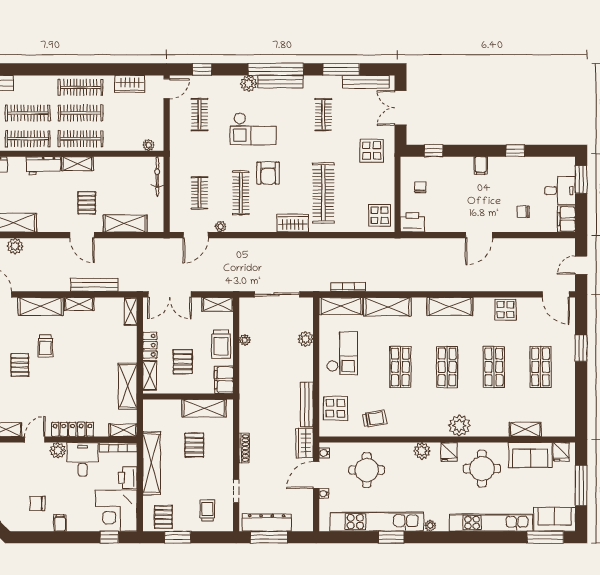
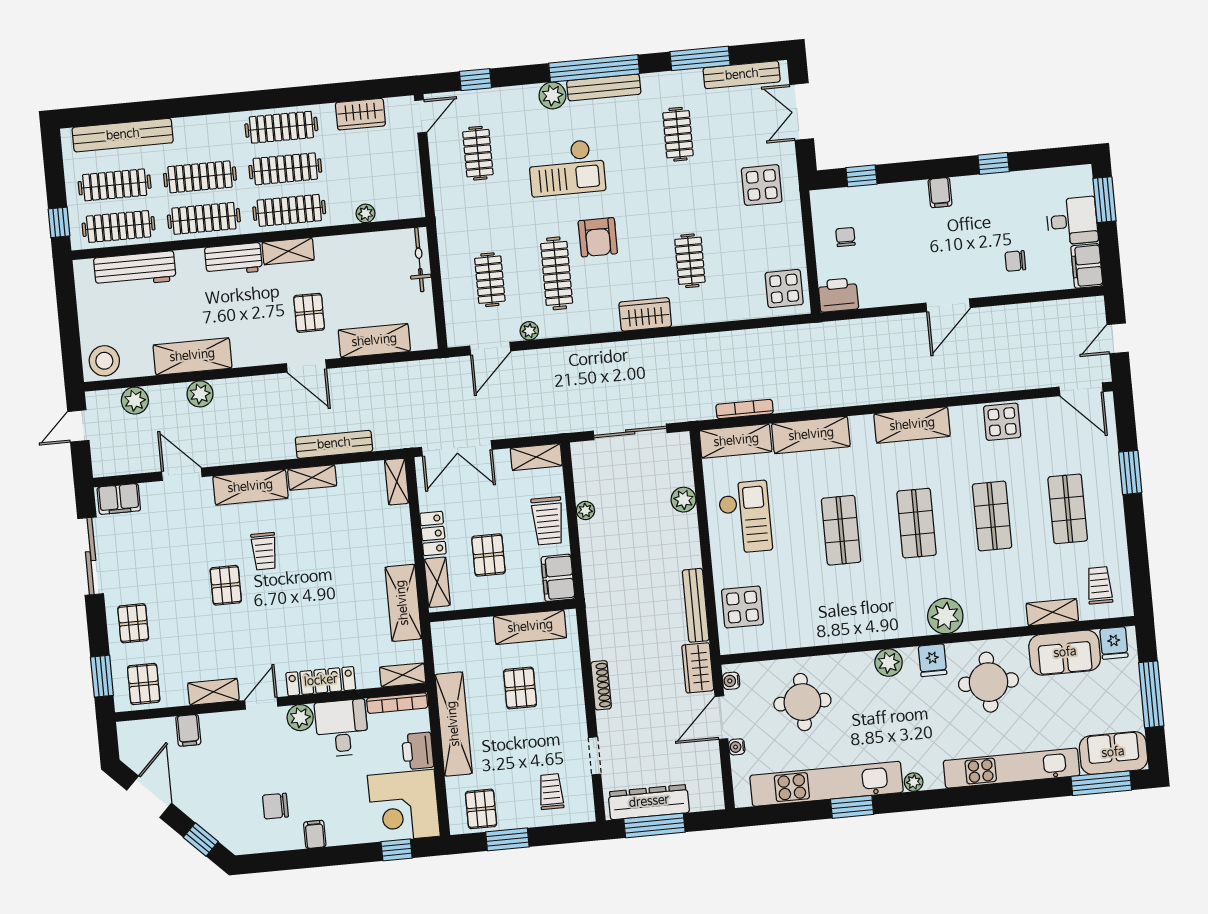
plant: (149, 145) -> (366, 213), moved
clothes rail: (323, 193) -> (690, 261), width x0.54, depth x0.76
trolley: (375, 419) -> (1099, 585), moved, turned -80

